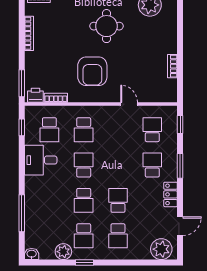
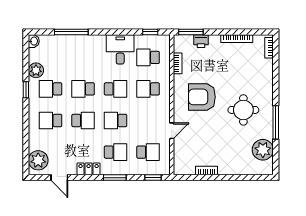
printer: (35, 95) -> (201, 41), moved, turned 90
school desk: (118, 165) -> (116, 121), added

